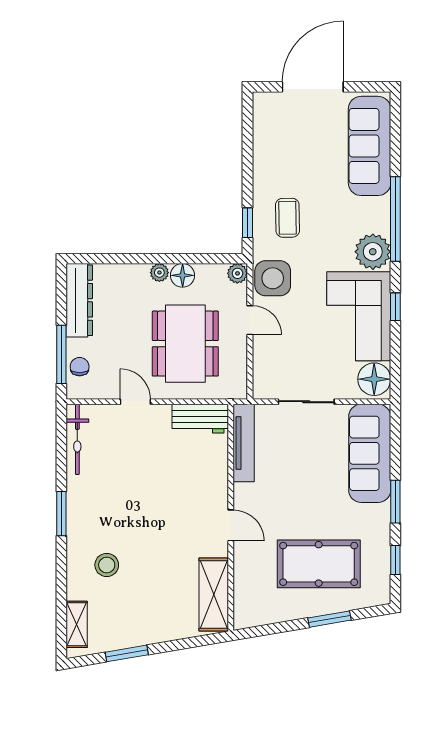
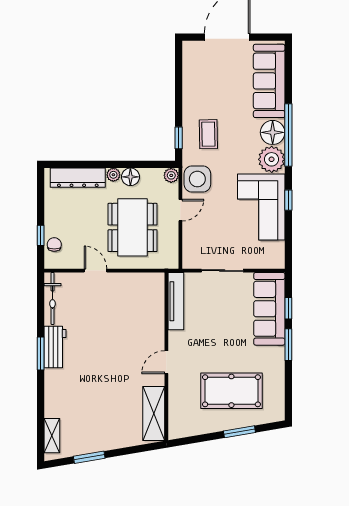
dresser: (79, 300) -> (78, 178), moved, turned 90
door: (250, 320) -> (180, 210), hinge flipped
window: (61, 354) -> (41, 235), width x0.46
floor lamp: (374, 379) -> (273, 132), moved
workbench: (200, 419) -> (55, 347), moved, turned -90
door: (231, 525) -> (166, 362), swing flipped
window: (395, 560) -> (288, 308), moved
stool: (107, 565) -> (74, 392), removed

